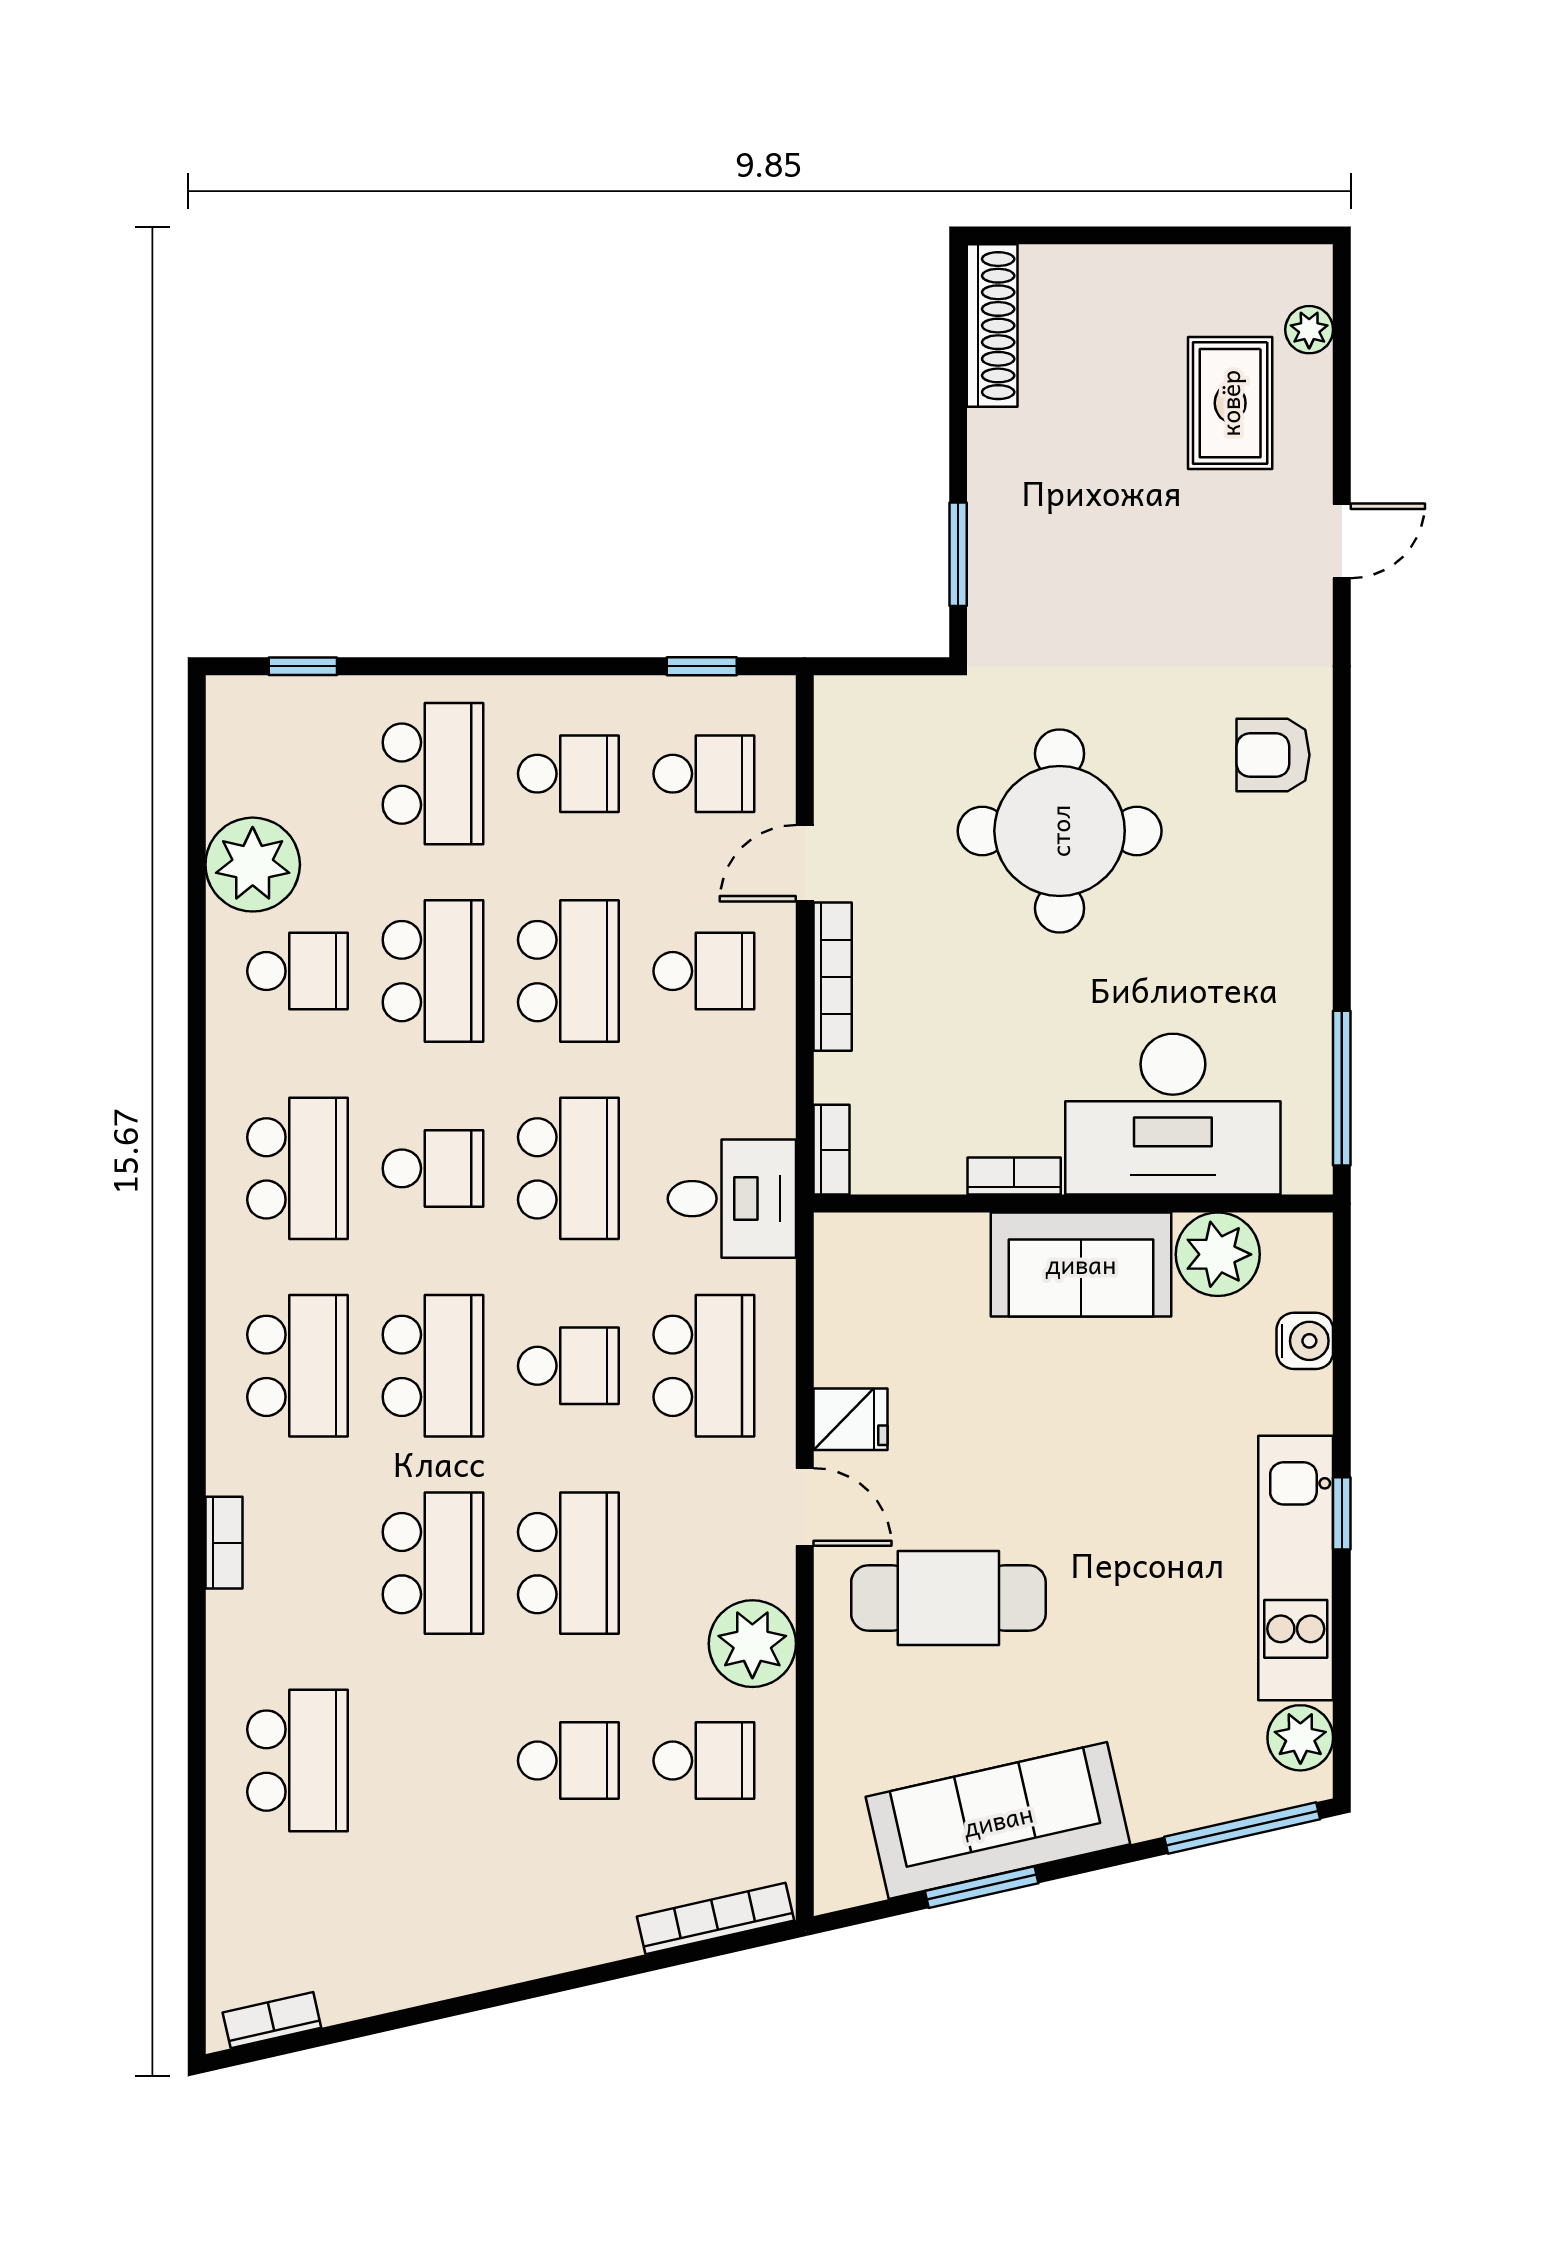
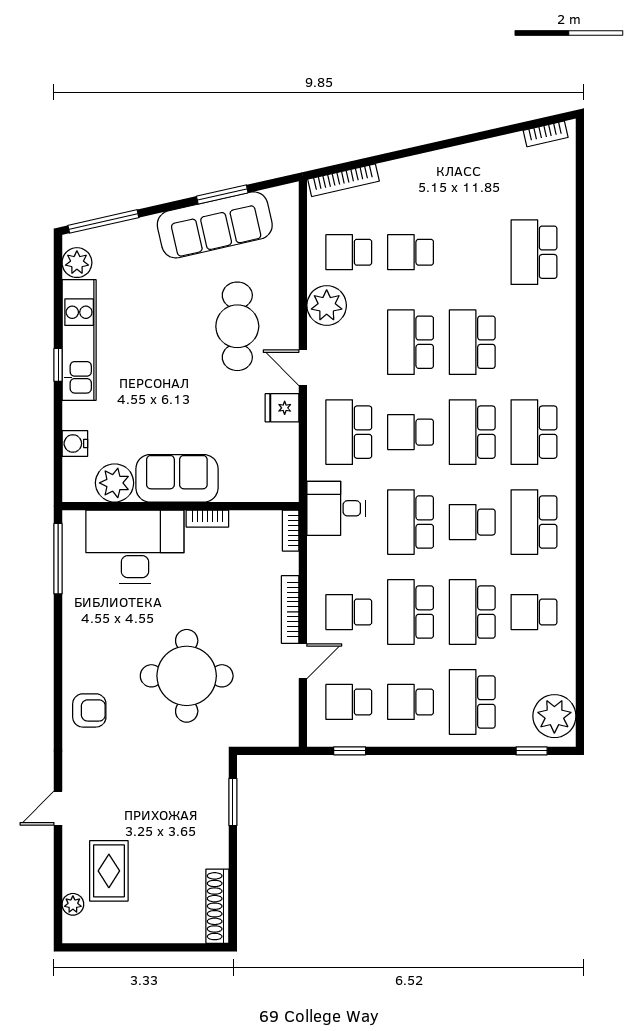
plant: (253, 865) -> (554, 716), moved
bookcase: (224, 1543) -> (567, 352), removed
cafe table: (948, 1598) -> (237, 326), turned 90

